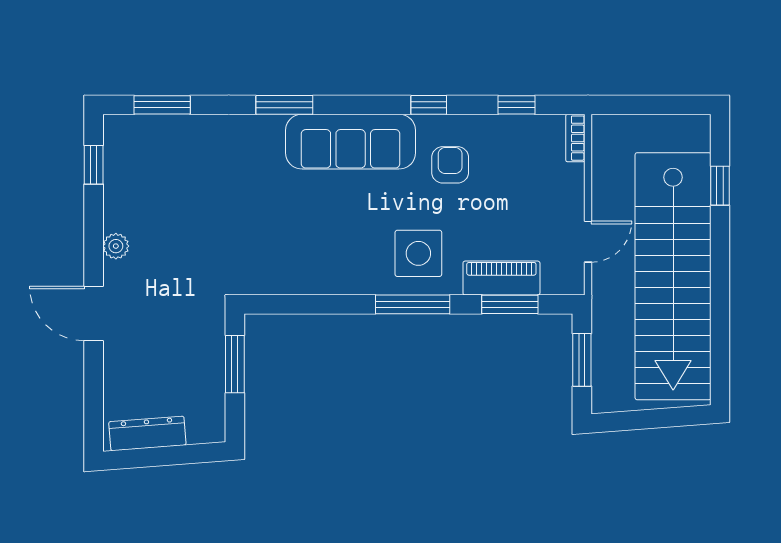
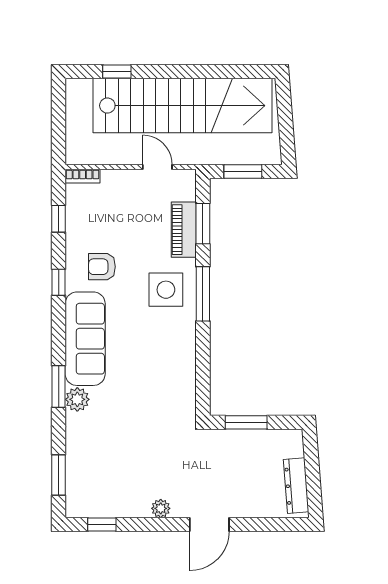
plant: (267, 131) -> (77, 399), added

